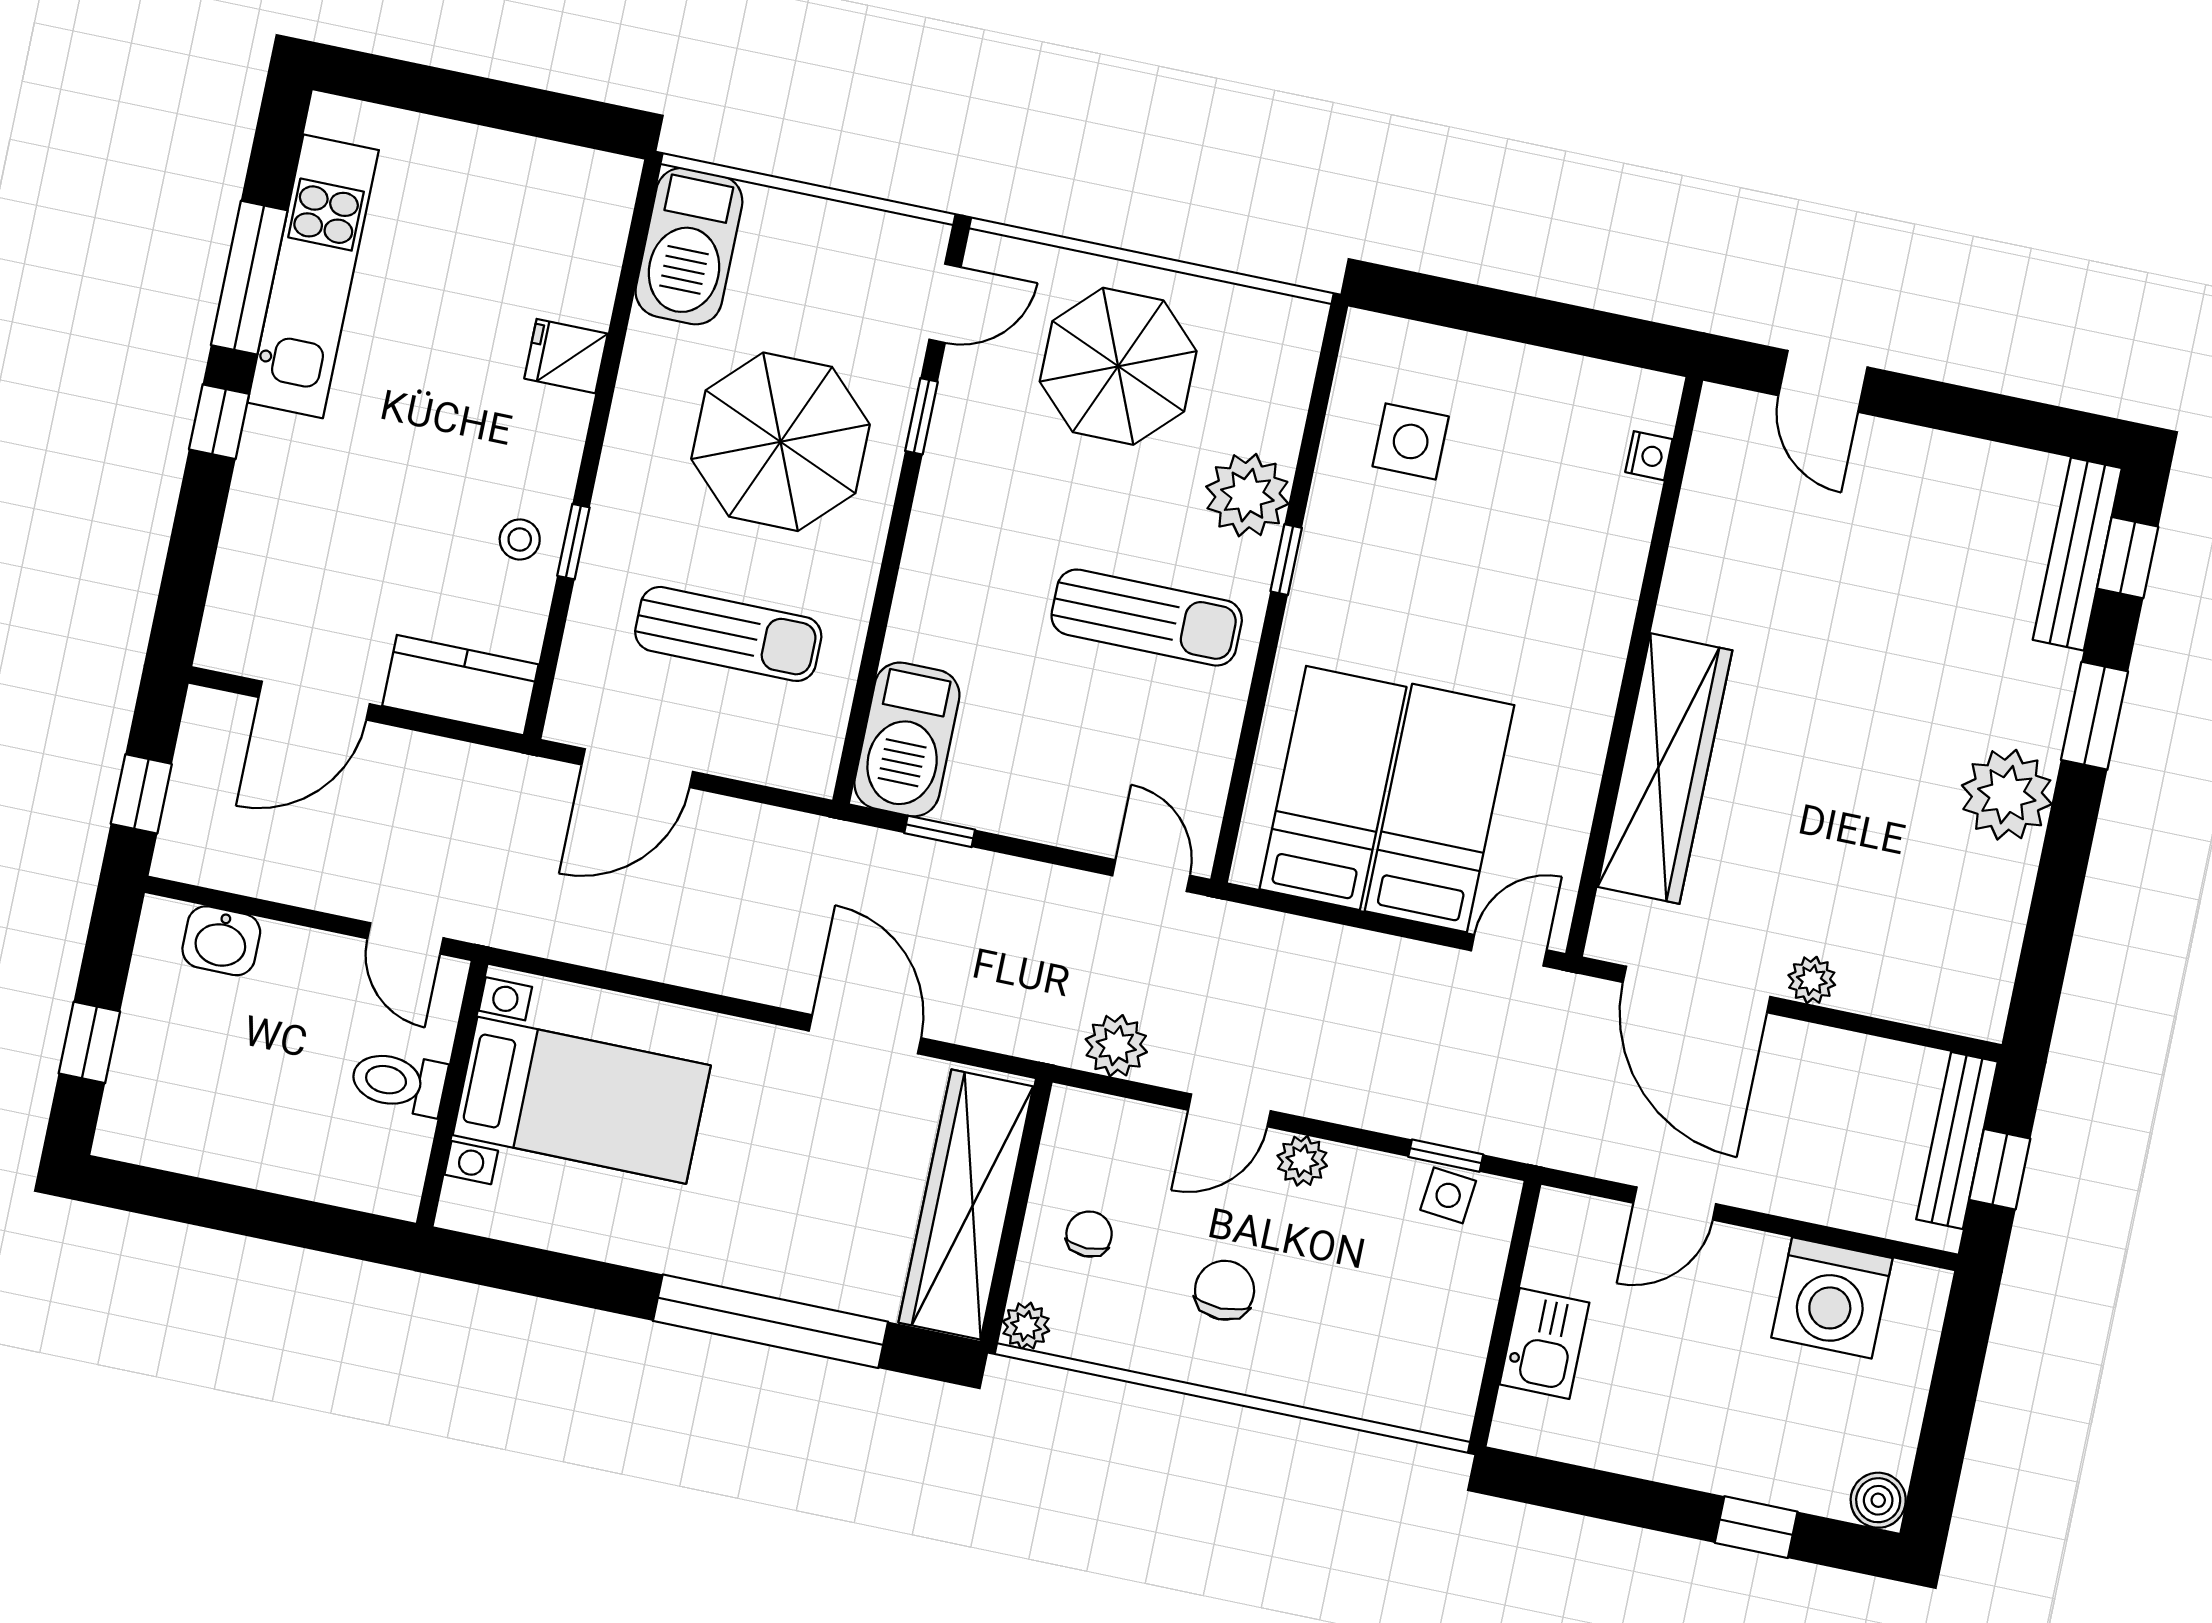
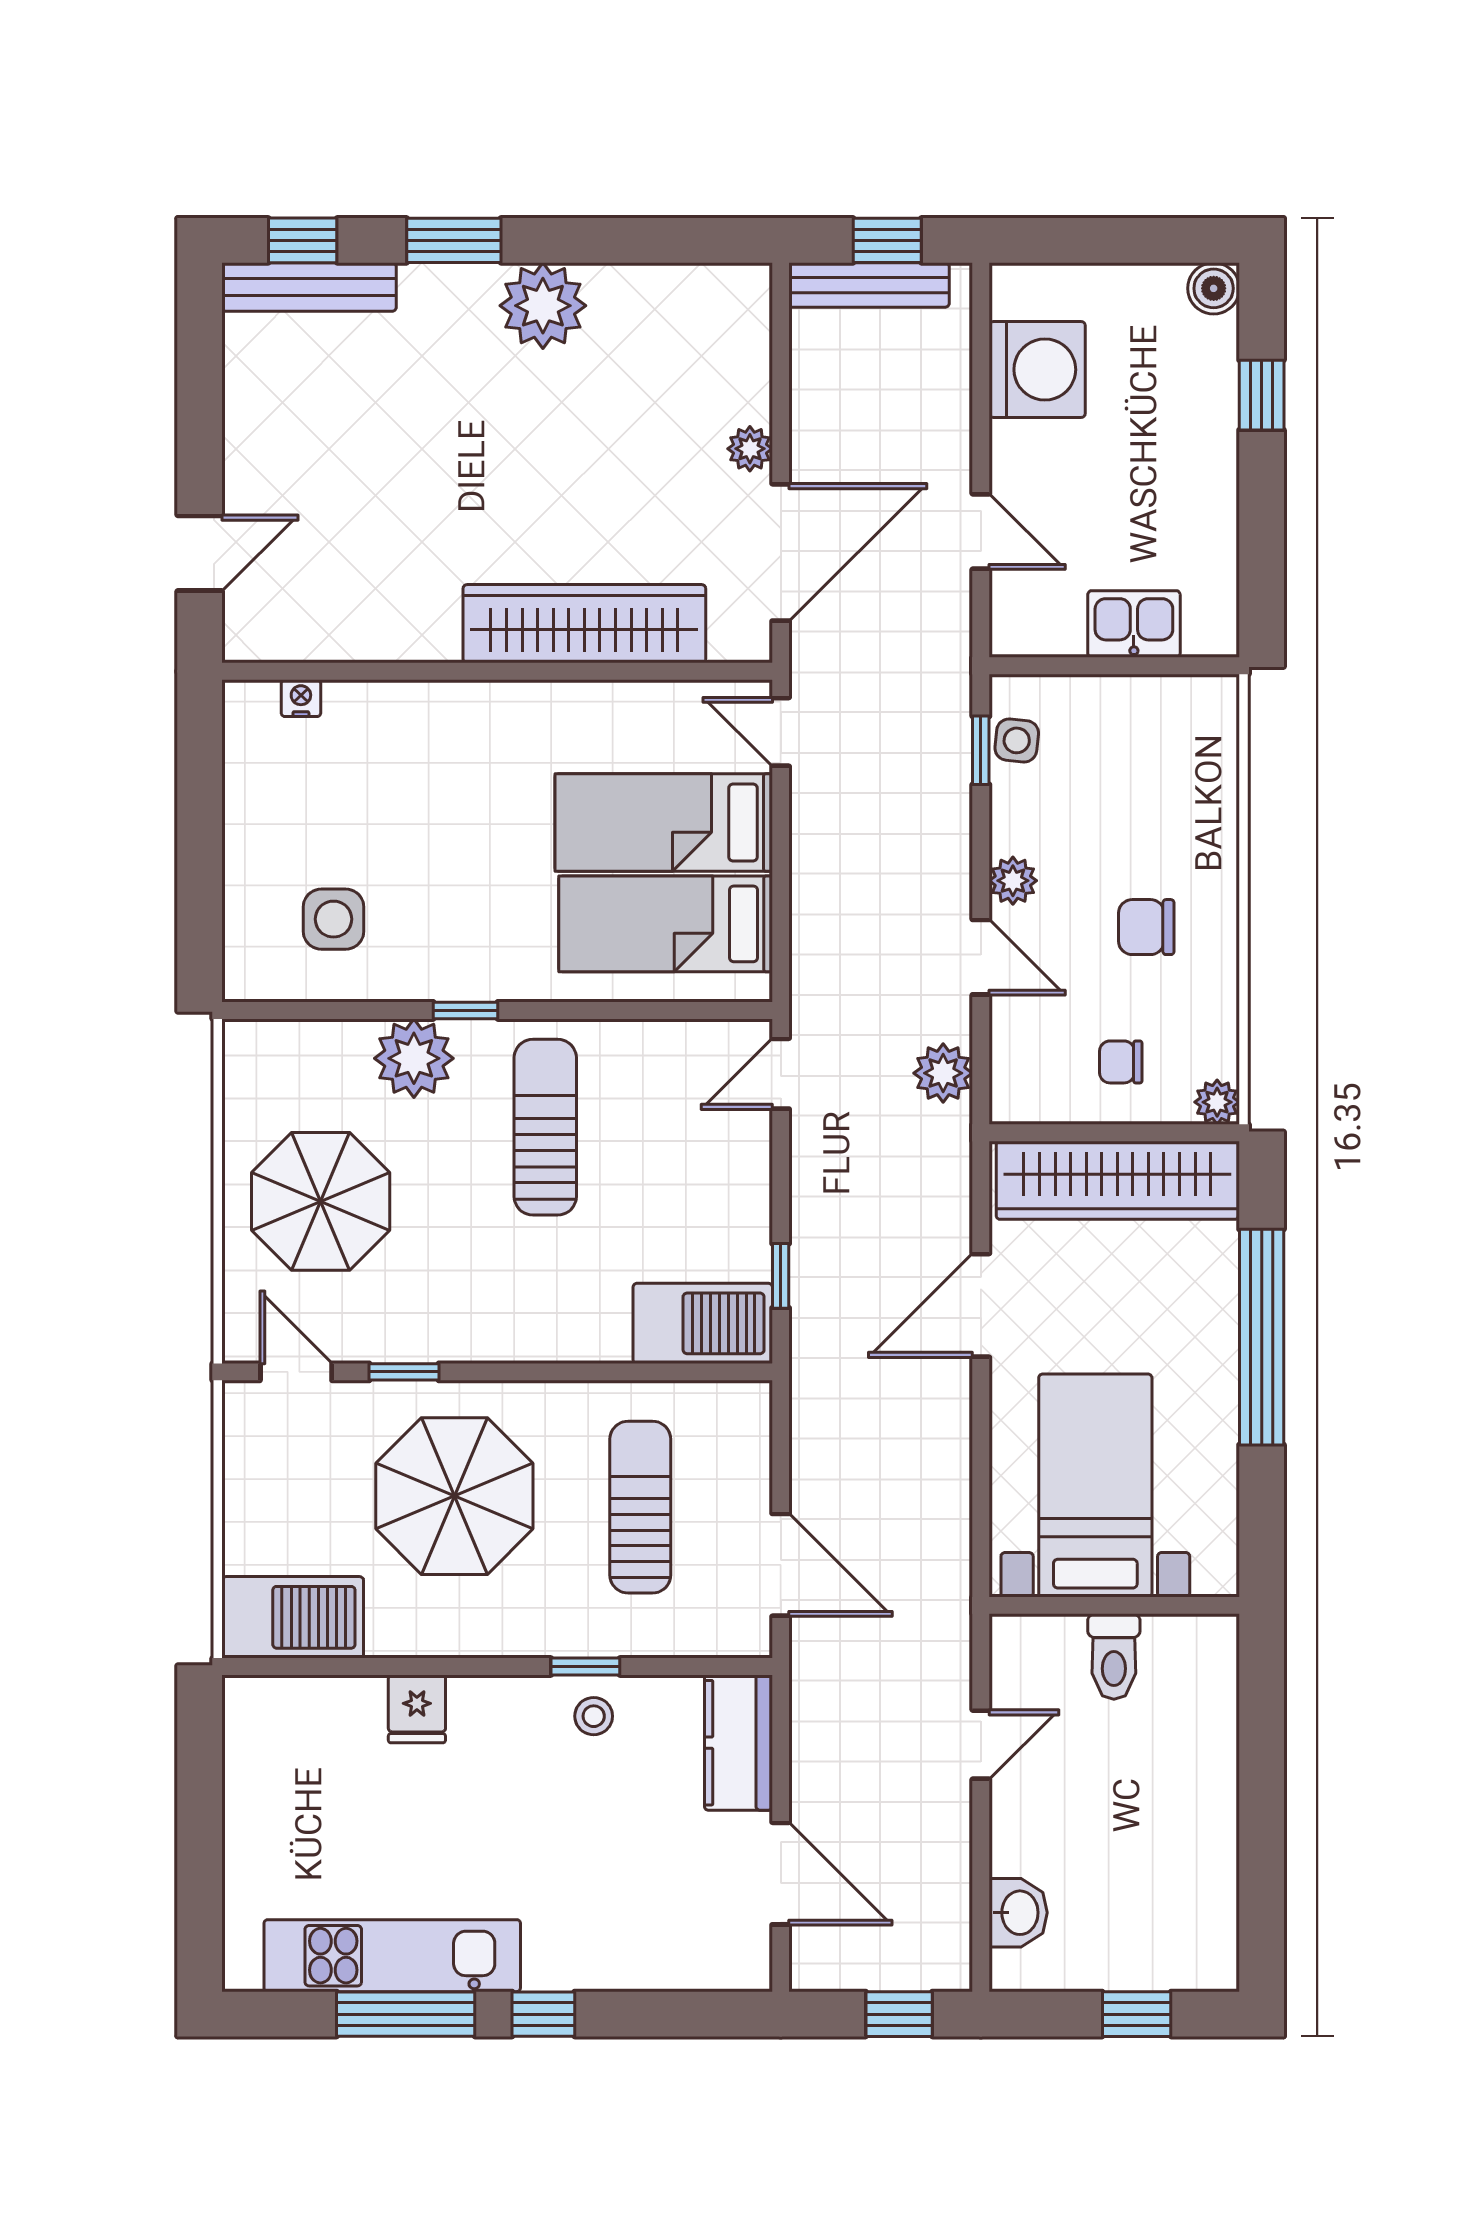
toilet: (399, 1082) -> (1114, 1657), moved
wall: (452, 1094) -> (1114, 1605), moved
bed with nightstands: (582, 1100) -> (1095, 1485), moved

